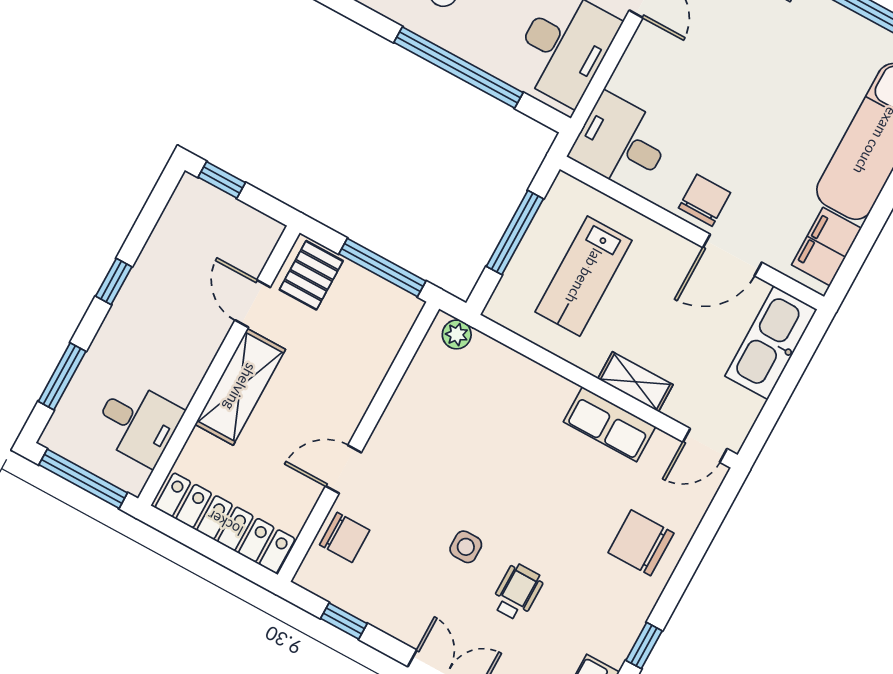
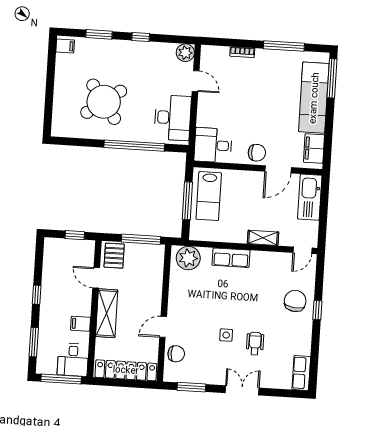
window: (222, 180) -> (75, 235), moved
chair: (705, 200) -> (257, 153), turned 90
lab bench: (584, 276) -> (209, 196), moved
plant: (457, 334) -> (188, 258), width x1.87, depth x1.87
filing cabinet: (176, 383) -> (81, 324), added
desk: (138, 423) -> (73, 360), moved, turned 90
row of seats: (610, 424) -> (231, 258), moved
chair: (641, 543) -> (295, 301), turned 97
window: (344, 621) -> (191, 387), width x1.50
window: (644, 646) -> (317, 310), moved

